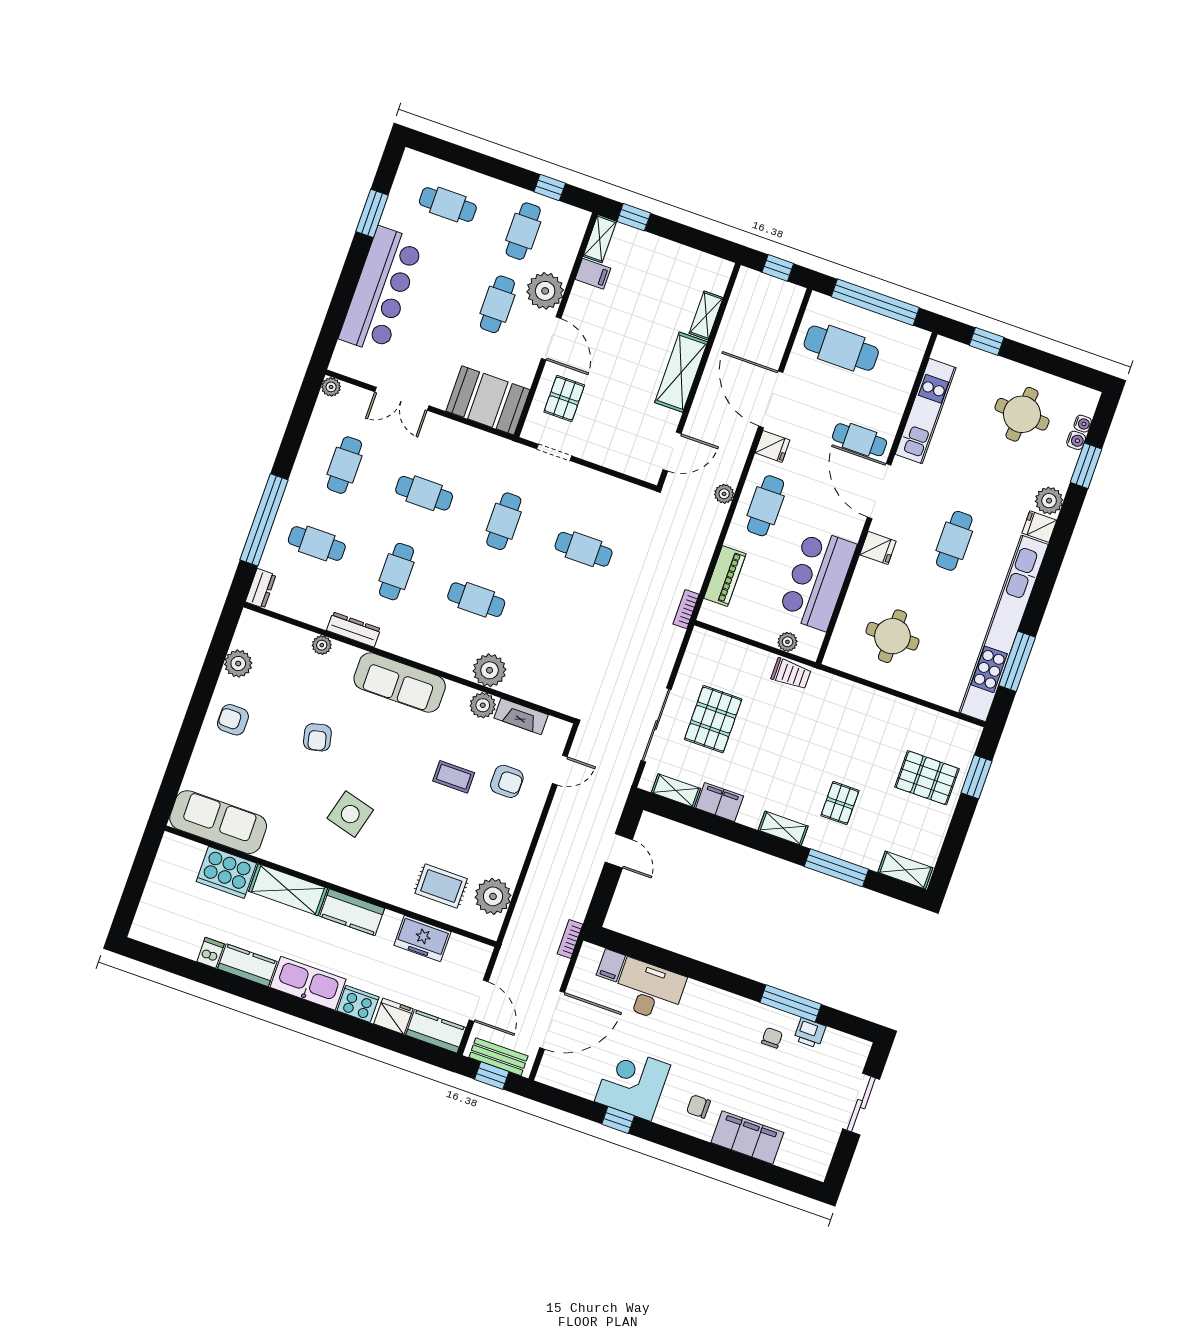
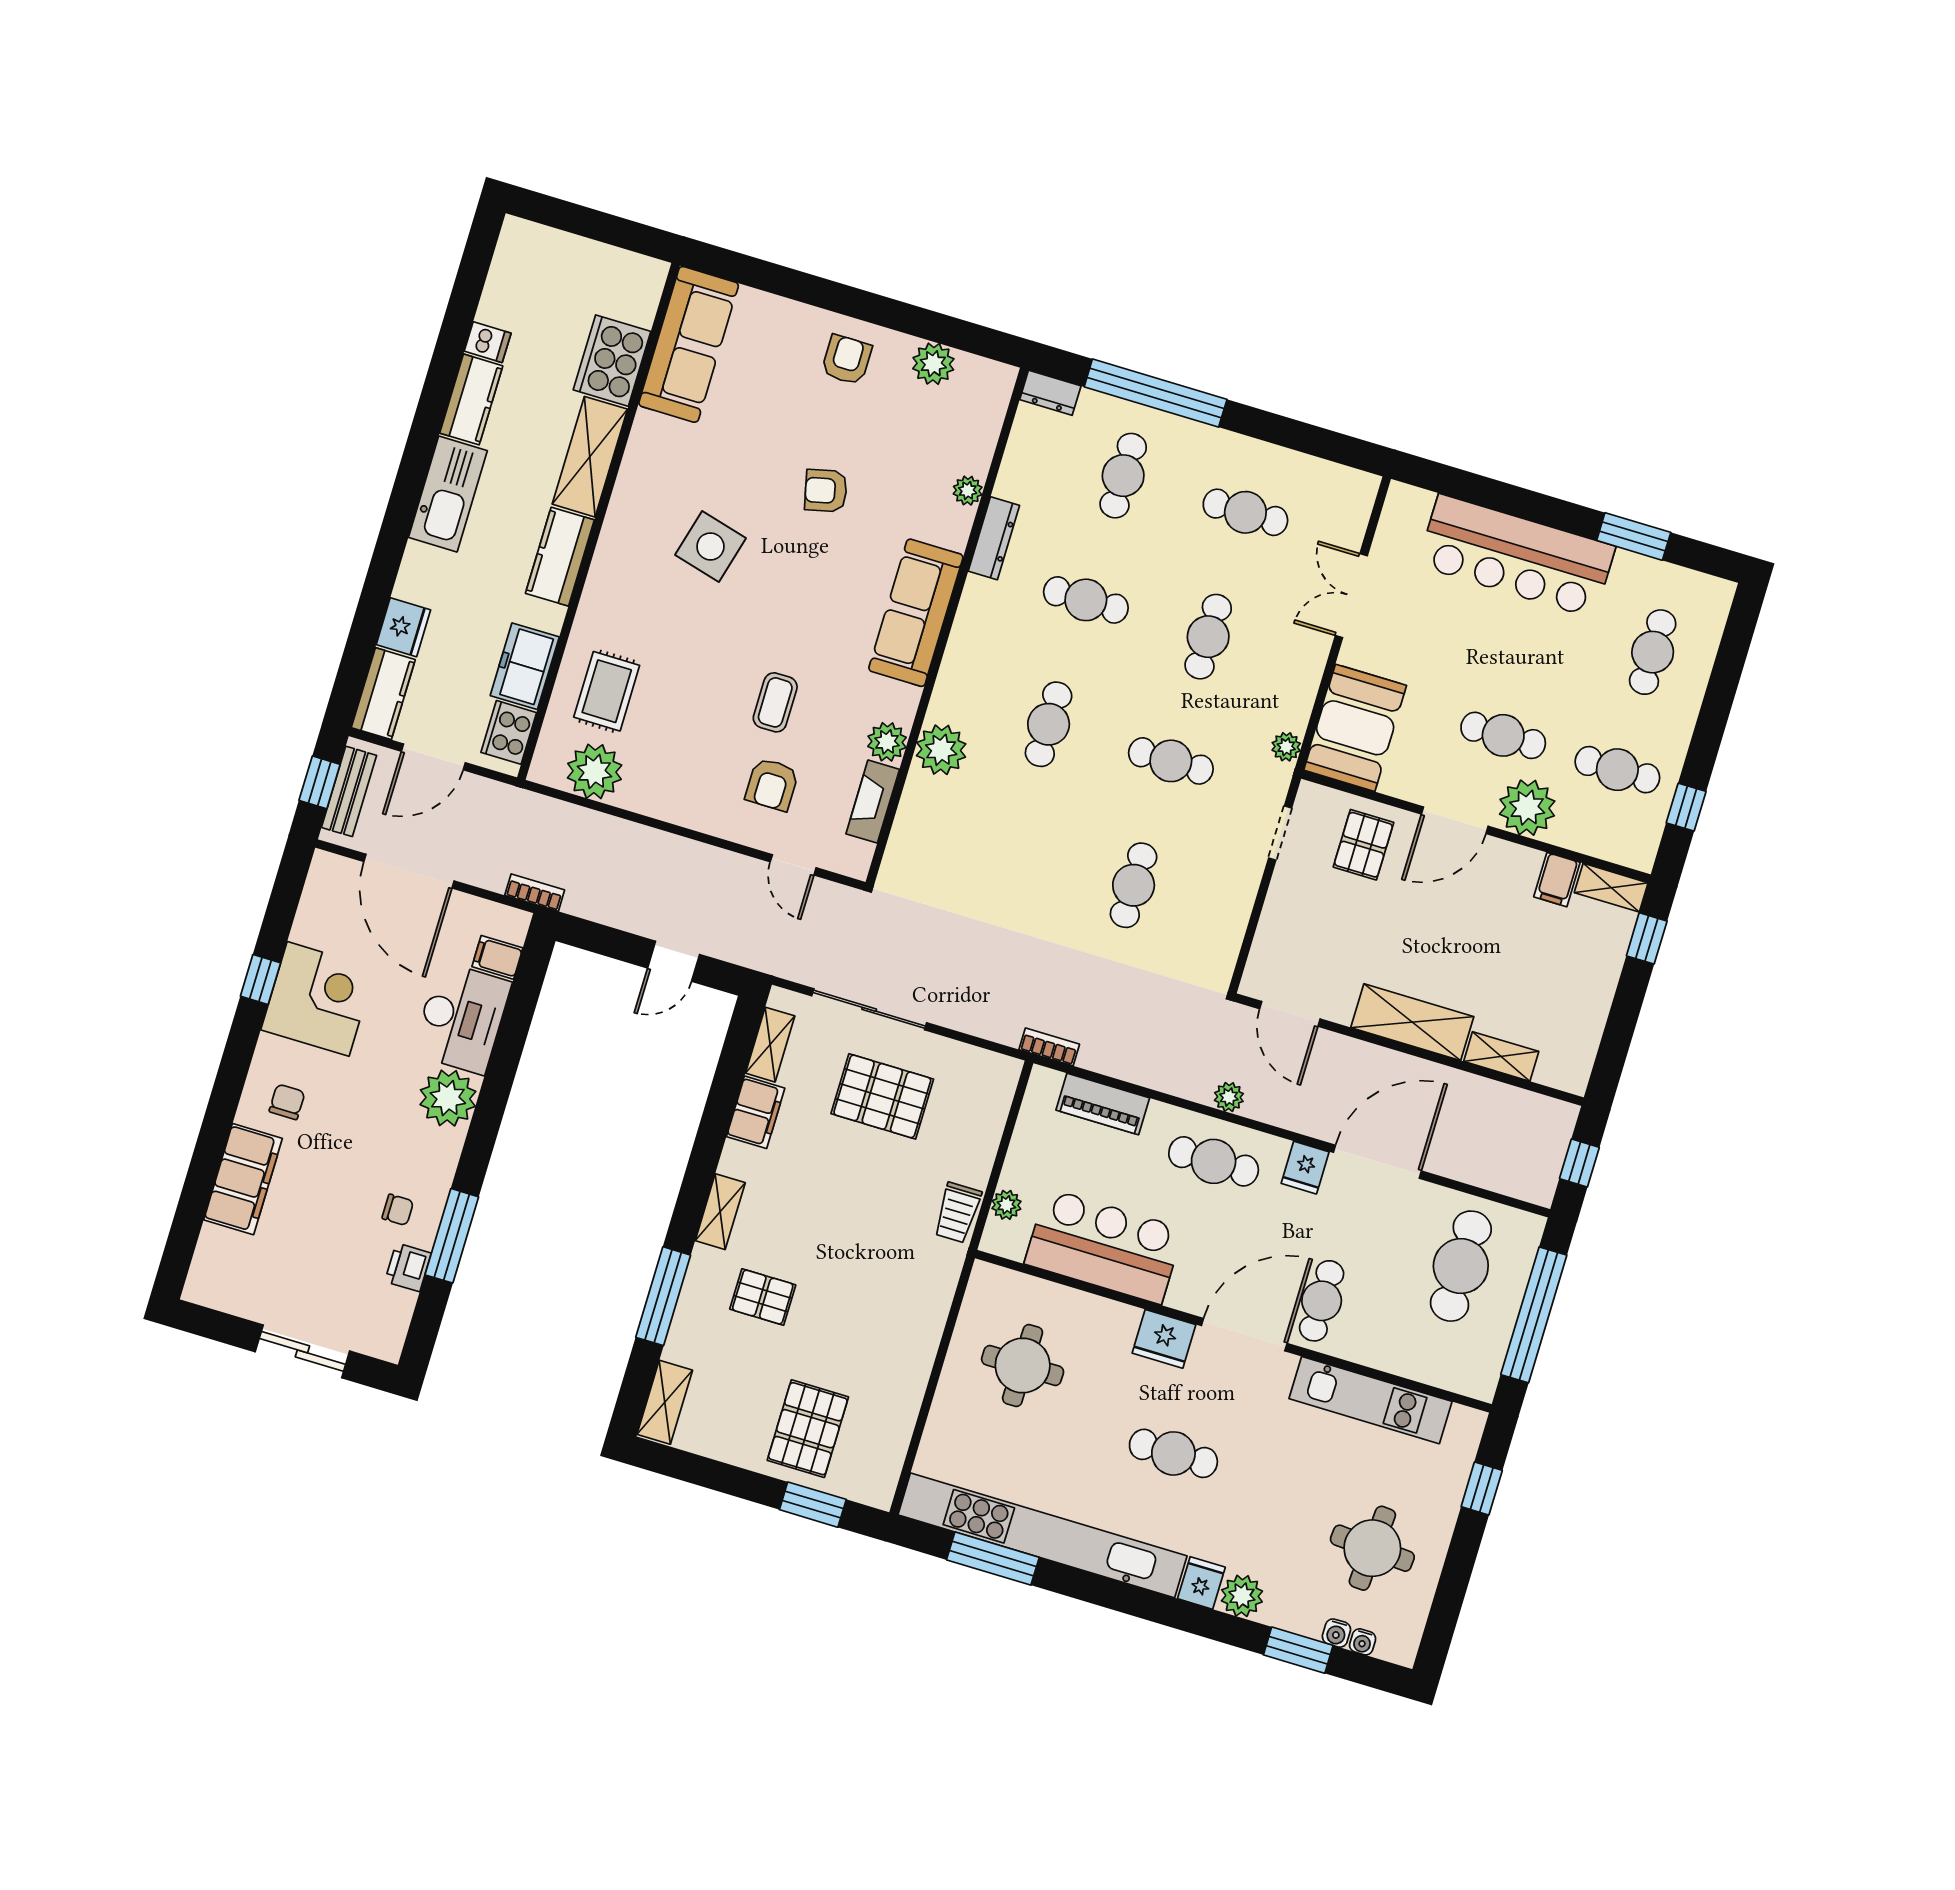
plant: (331, 387) -> (1286, 747), moved
pallet: (564, 399) -> (1363, 845), turned 90
fridge: (878, 548) -> (1164, 1339), width x1.38
plant: (701, 1002) -> (448, 1098), added
cooker: (358, 1004) -> (509, 732), moved, turned 180

